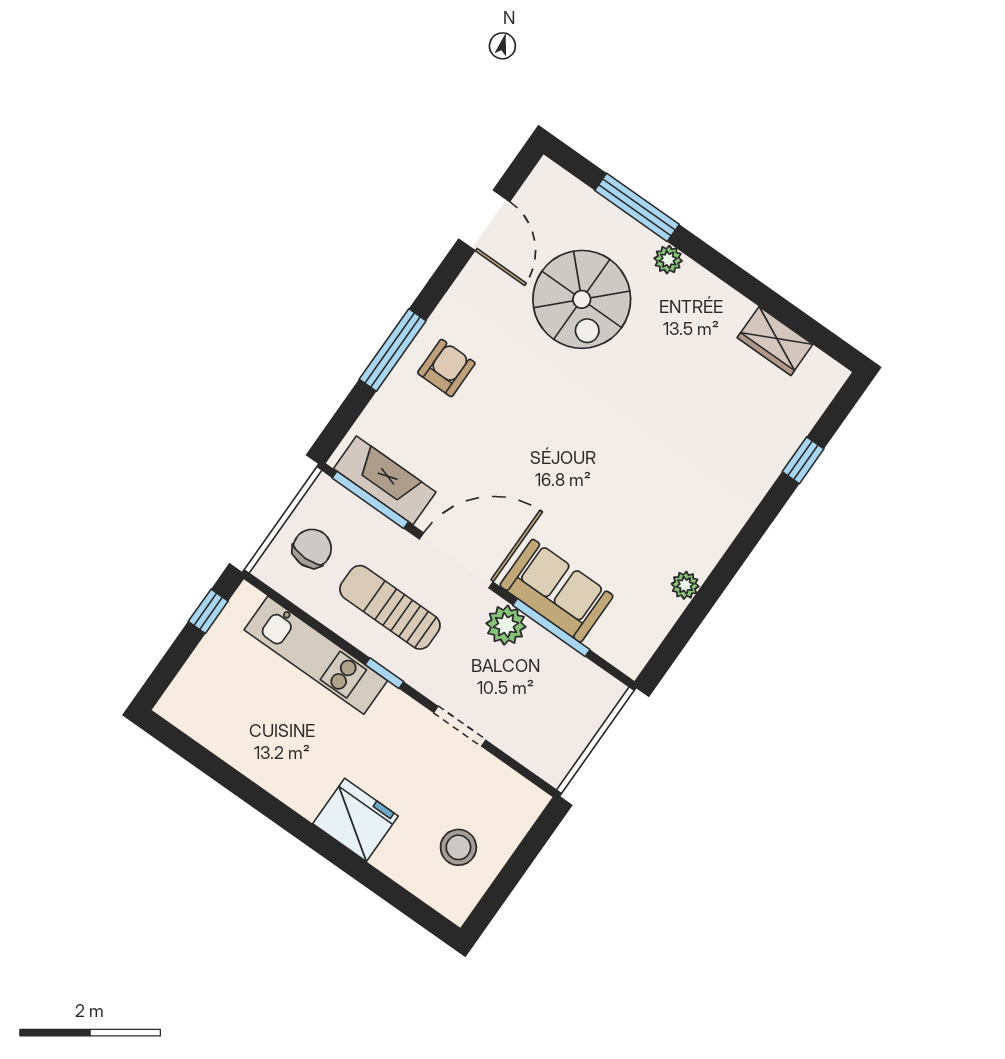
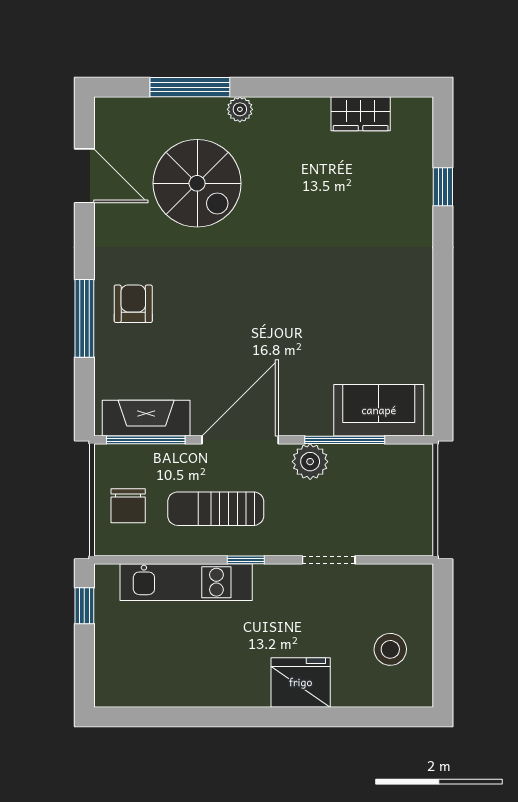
chair: (312, 548) -> (128, 506), turned 180
plant: (685, 585) -> (421, 340), removed
sofa: (557, 591) -> (379, 410), moved

